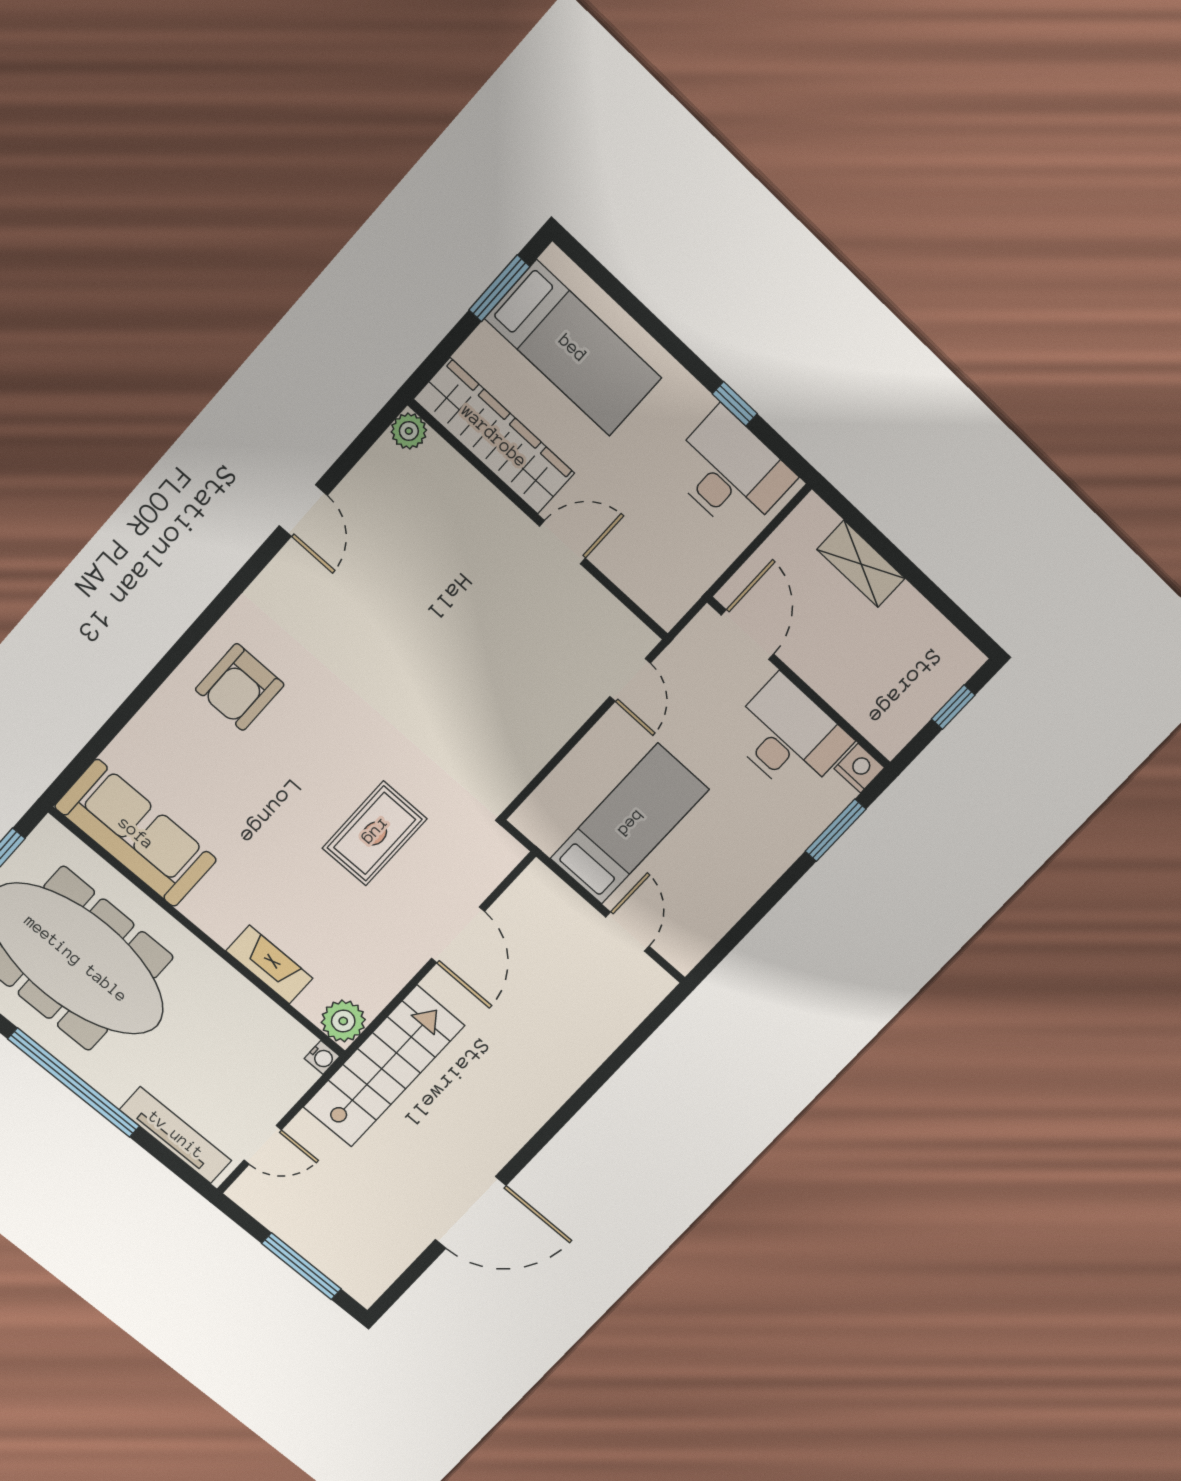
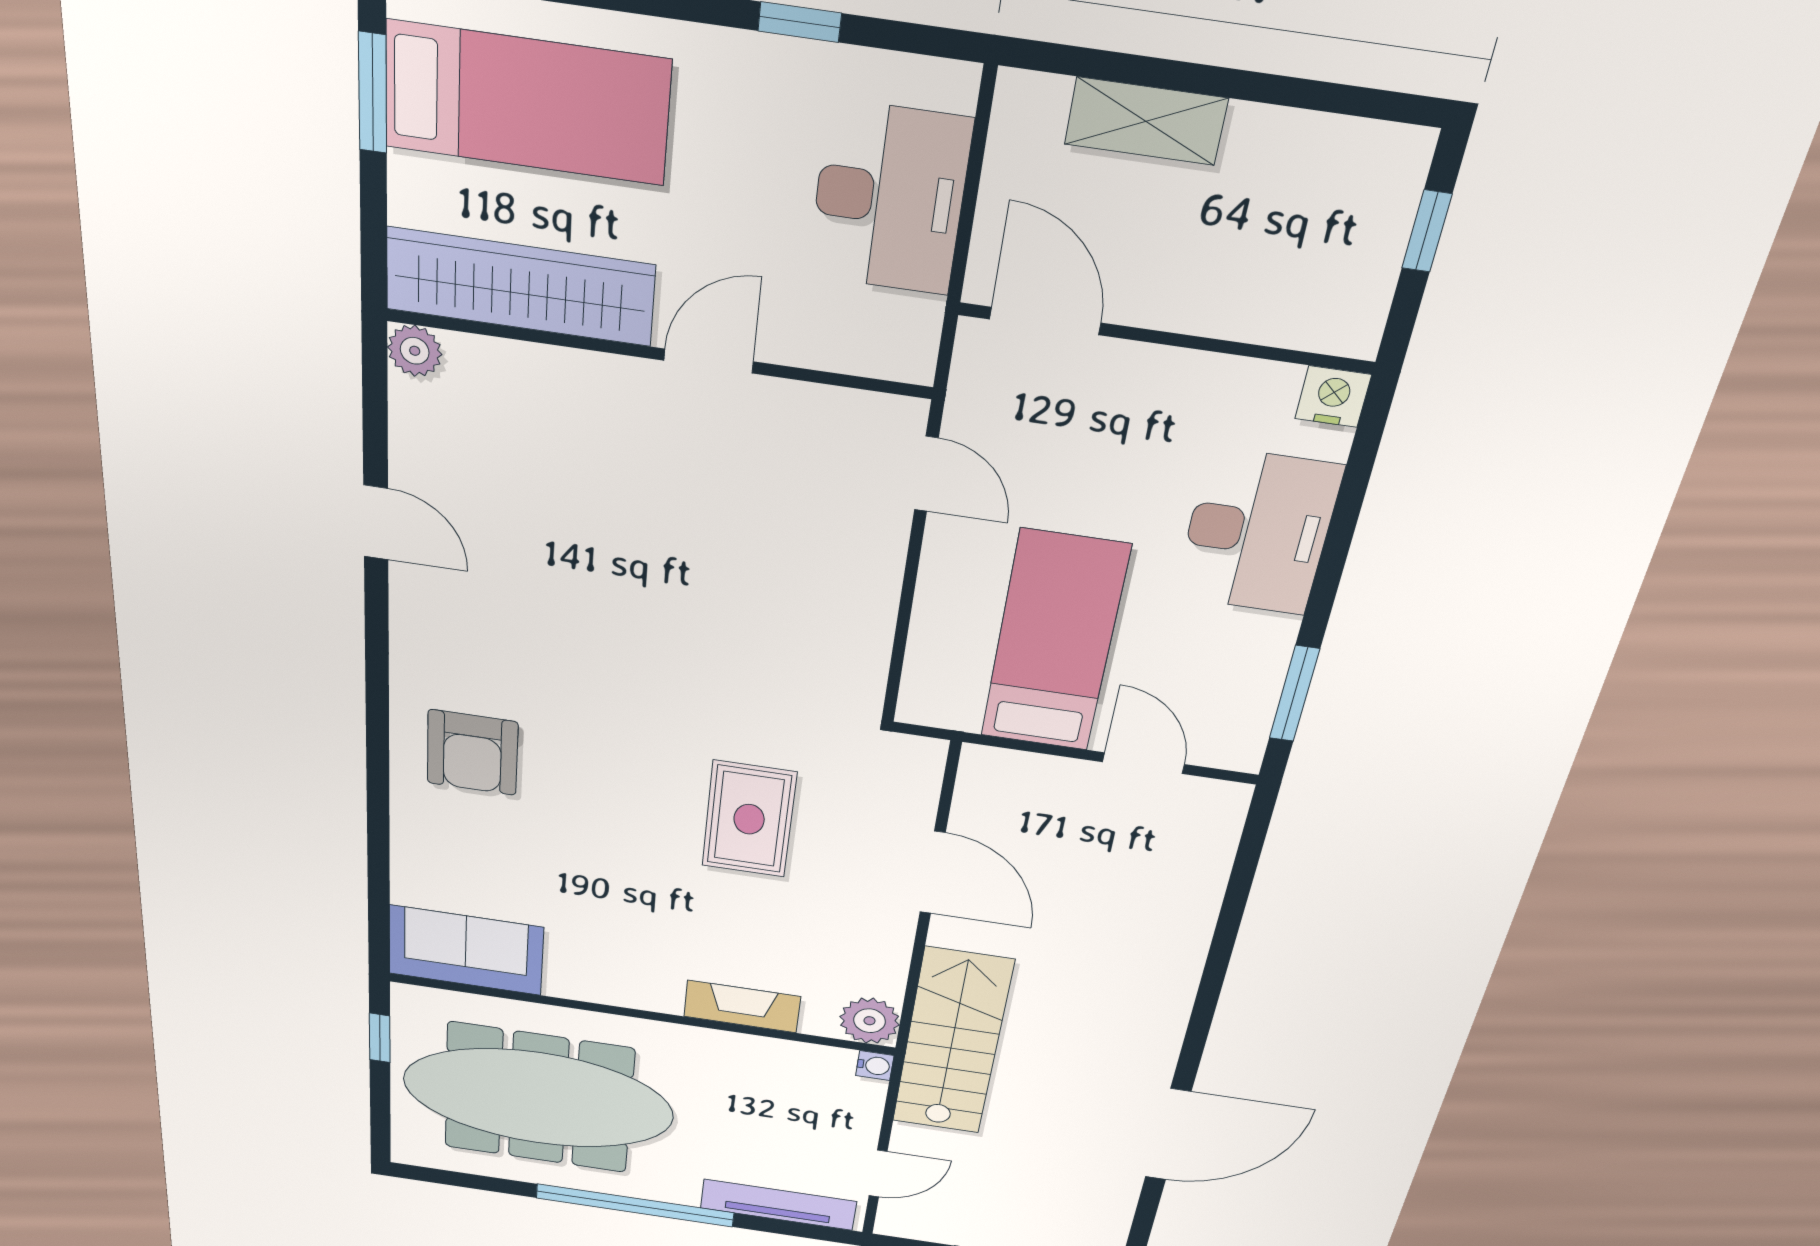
desk: (730, 472) -> (889, 198), moved, turned 90
desk: (788, 737) -> (1258, 532), moved, turned 90
window: (836, 830) -> (1294, 694), moved
sofa: (136, 833) -> (466, 950), width x0.73

